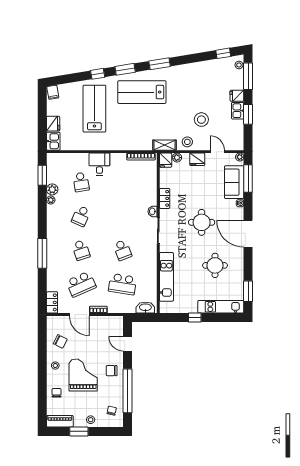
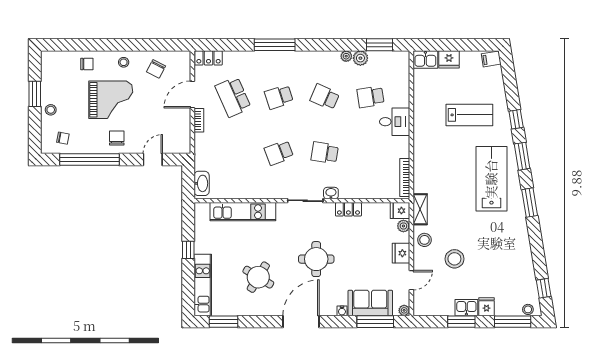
lab bench: (94, 109) -> (469, 115), width x0.73, depth x0.72
round table: (215, 265) -> (258, 277), turned 31
school desk: (122, 284) -> (325, 153), moved, width x0.54
piano: (60, 421) -> (49, 68), removed

